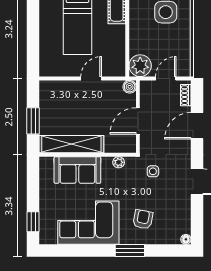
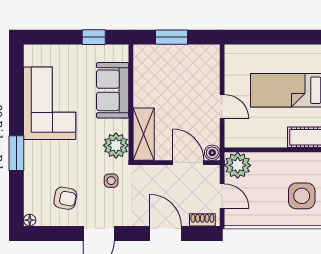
door: (138, 121) -> (188, 163), moved
shelving: (71, 144) -> (144, 134), moved, width x0.68
plant: (119, 162) -> (116, 145), width x1.87, depth x1.87
armchair: (143, 219) -> (65, 198), moved
window: (33, 222) -> (94, 37), moved

